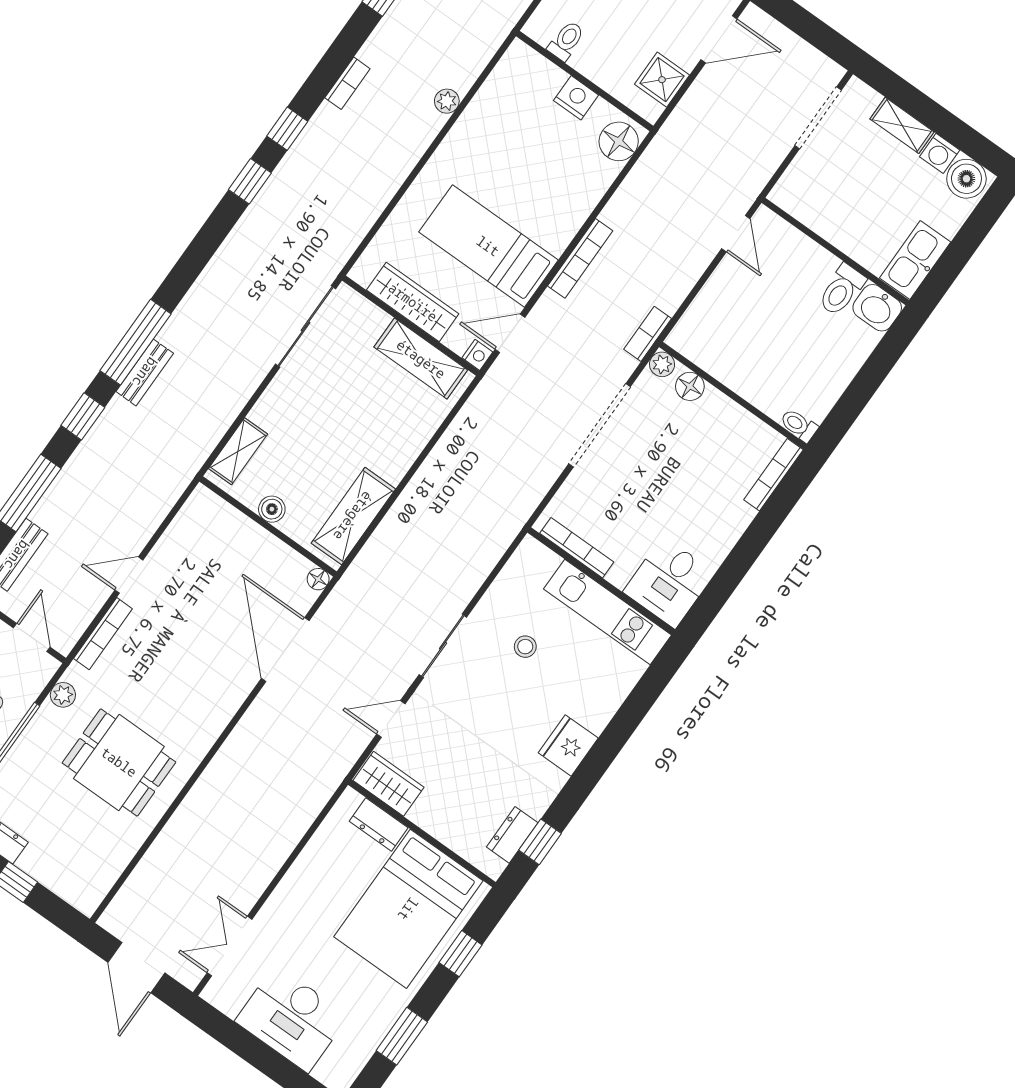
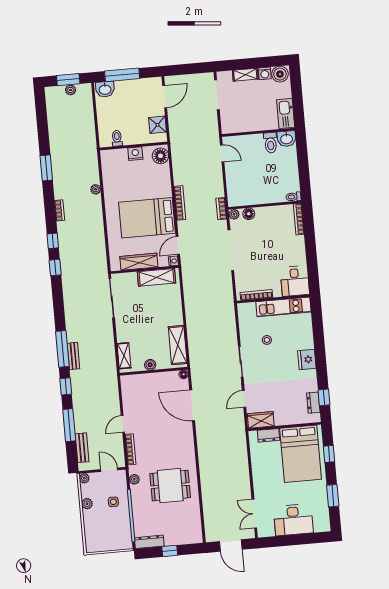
bed: (488, 246) -> (147, 218), width x1.50

